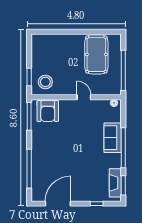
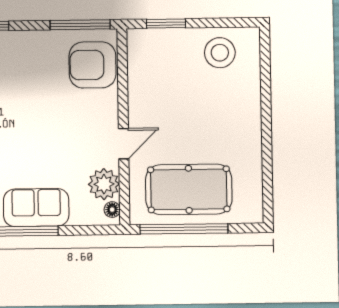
pool table: (96, 54) -> (189, 189), moved
stool: (45, 82) -> (220, 53), moved
plant: (102, 107) -> (104, 184), added

